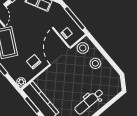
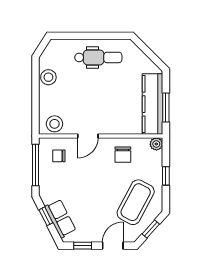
door: (60, 56) -> (88, 136), width x0.53
stool: (95, 63) -> (48, 77), moved

